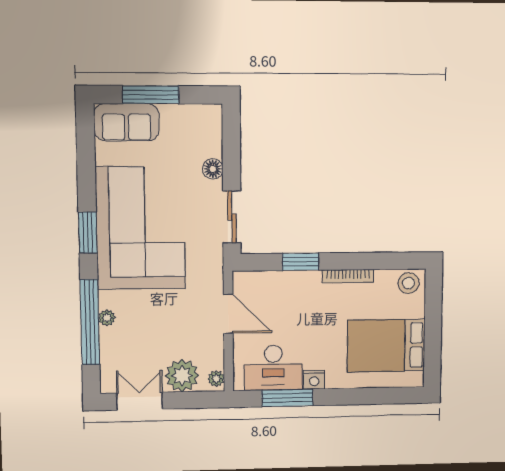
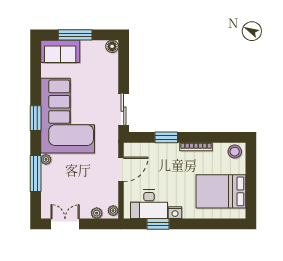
floor lamp: (213, 169) -> (112, 46), moved
door: (228, 314) -> (121, 169), hinge flipped
plant: (107, 318) -> (46, 159), moved
window: (90, 322) -> (36, 174), width x0.68
plant: (182, 376) -> (97, 213), width x0.53, depth x0.53
window: (287, 398) -> (158, 224), width x0.69

